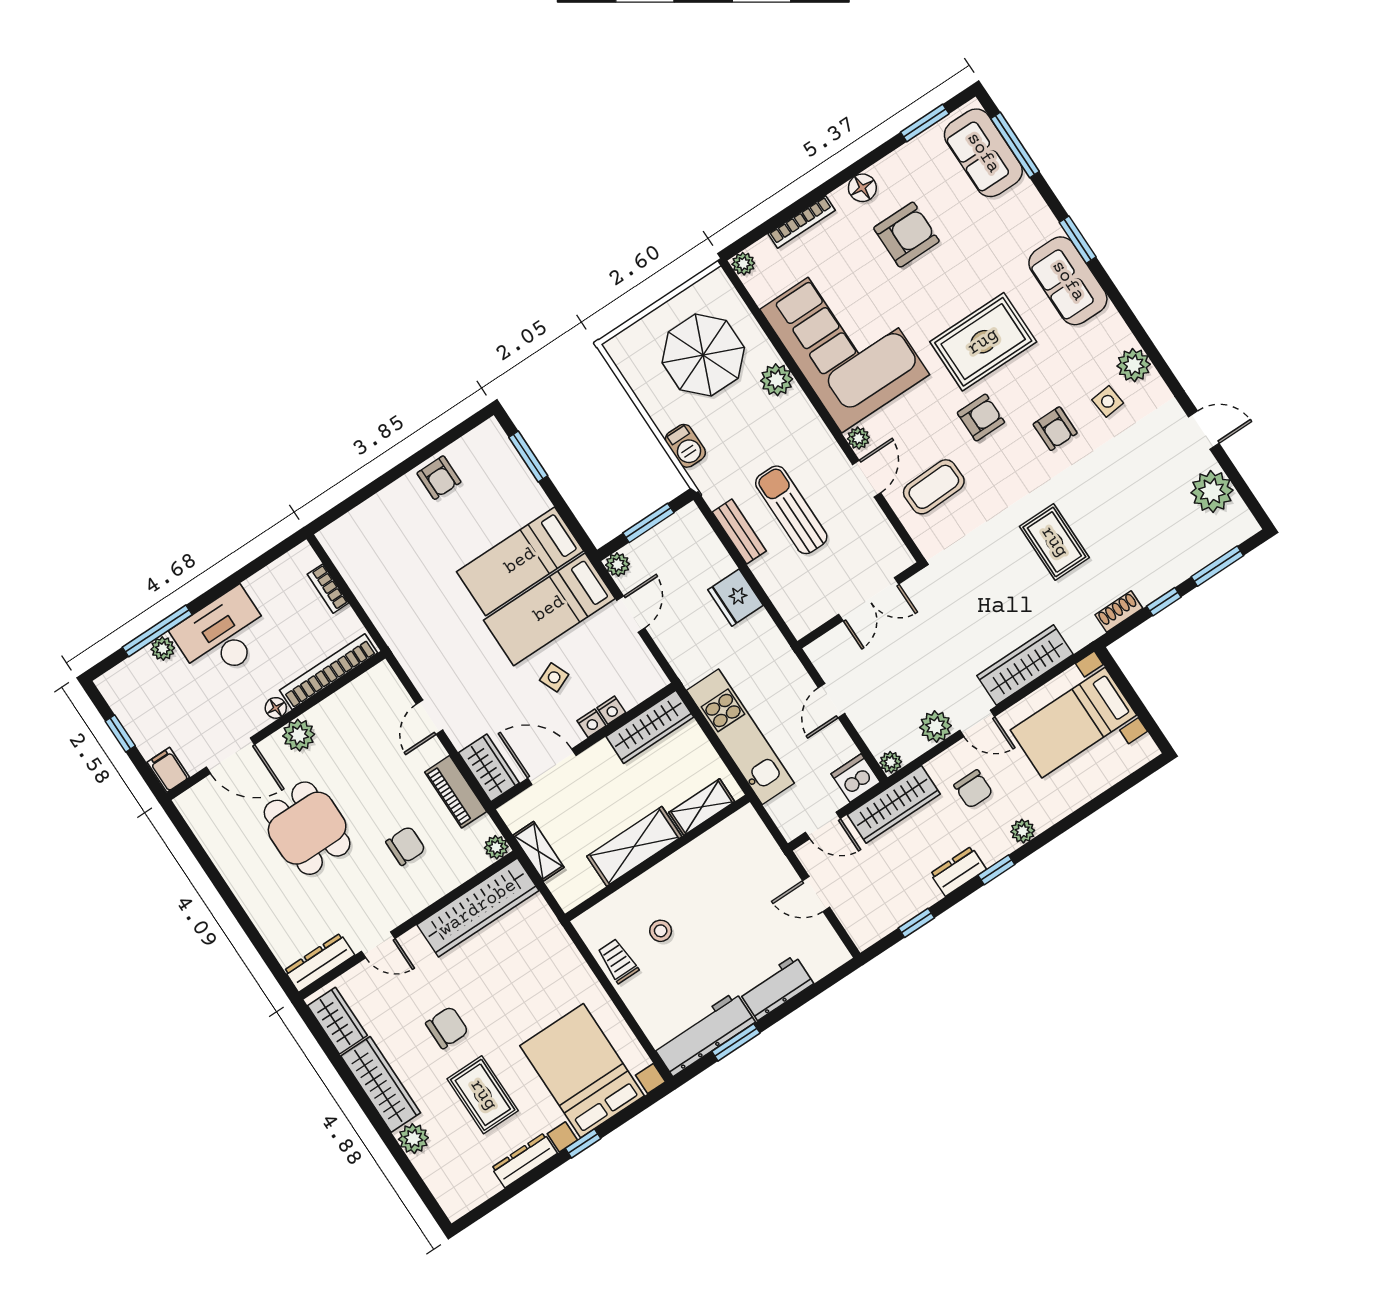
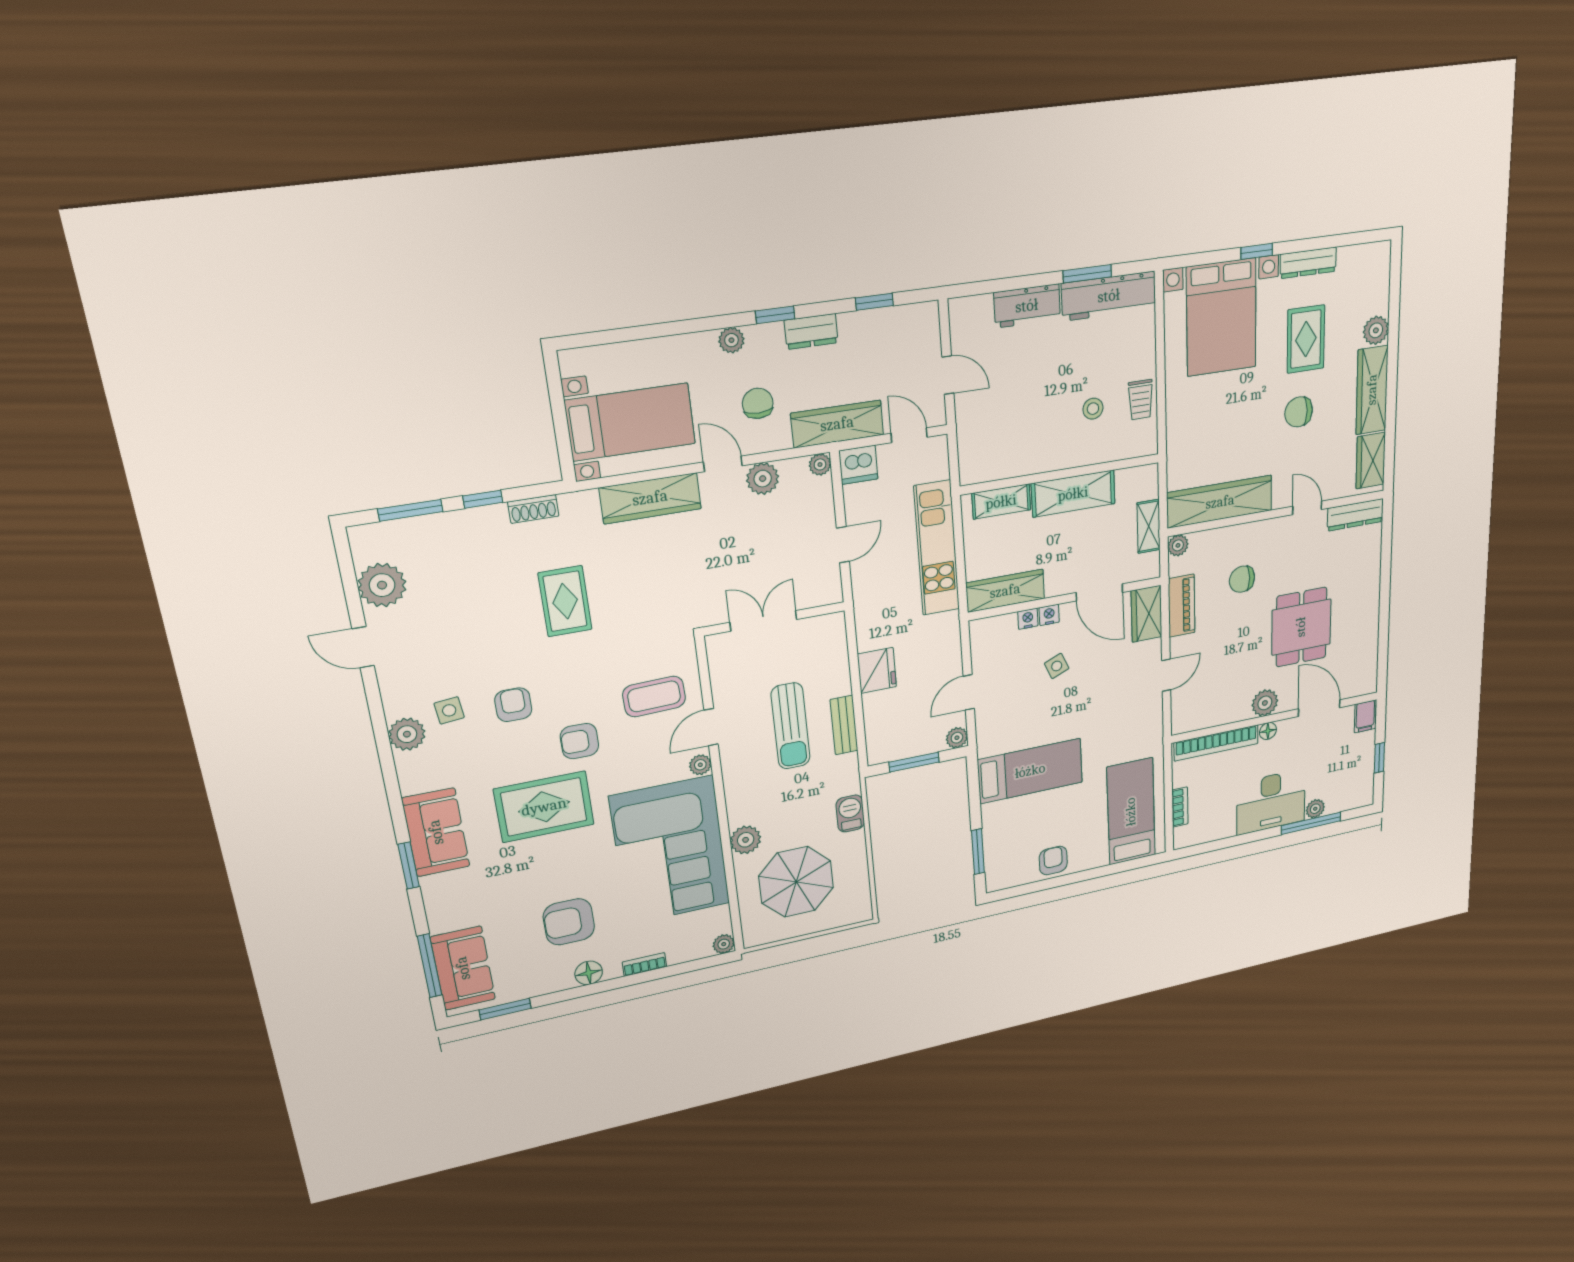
bookcase: (802, 222) -> (644, 964), width x0.64
bed: (549, 609) -> (1131, 812), moved, turned -90

